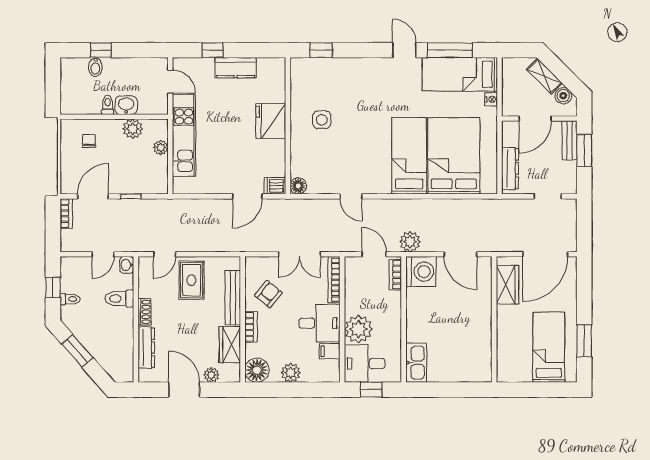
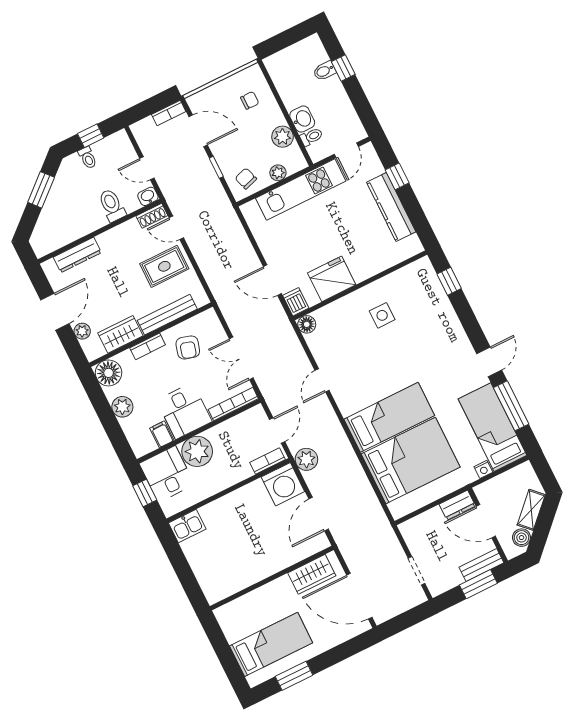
kitchen counter: (236, 68) -> (391, 207), width x1.50
toilet: (108, 105) -> (311, 137), moved
fridge: (271, 121) -> (332, 279), moved
dresser: (510, 169) -> (457, 505), moved, width x0.70
chair: (152, 176) -> (246, 179), added
armchair: (268, 294) -> (188, 347), turned 67
shoe rack: (144, 312) -> (152, 216), moved
kitchen sink: (416, 363) -> (187, 526), width x0.73

